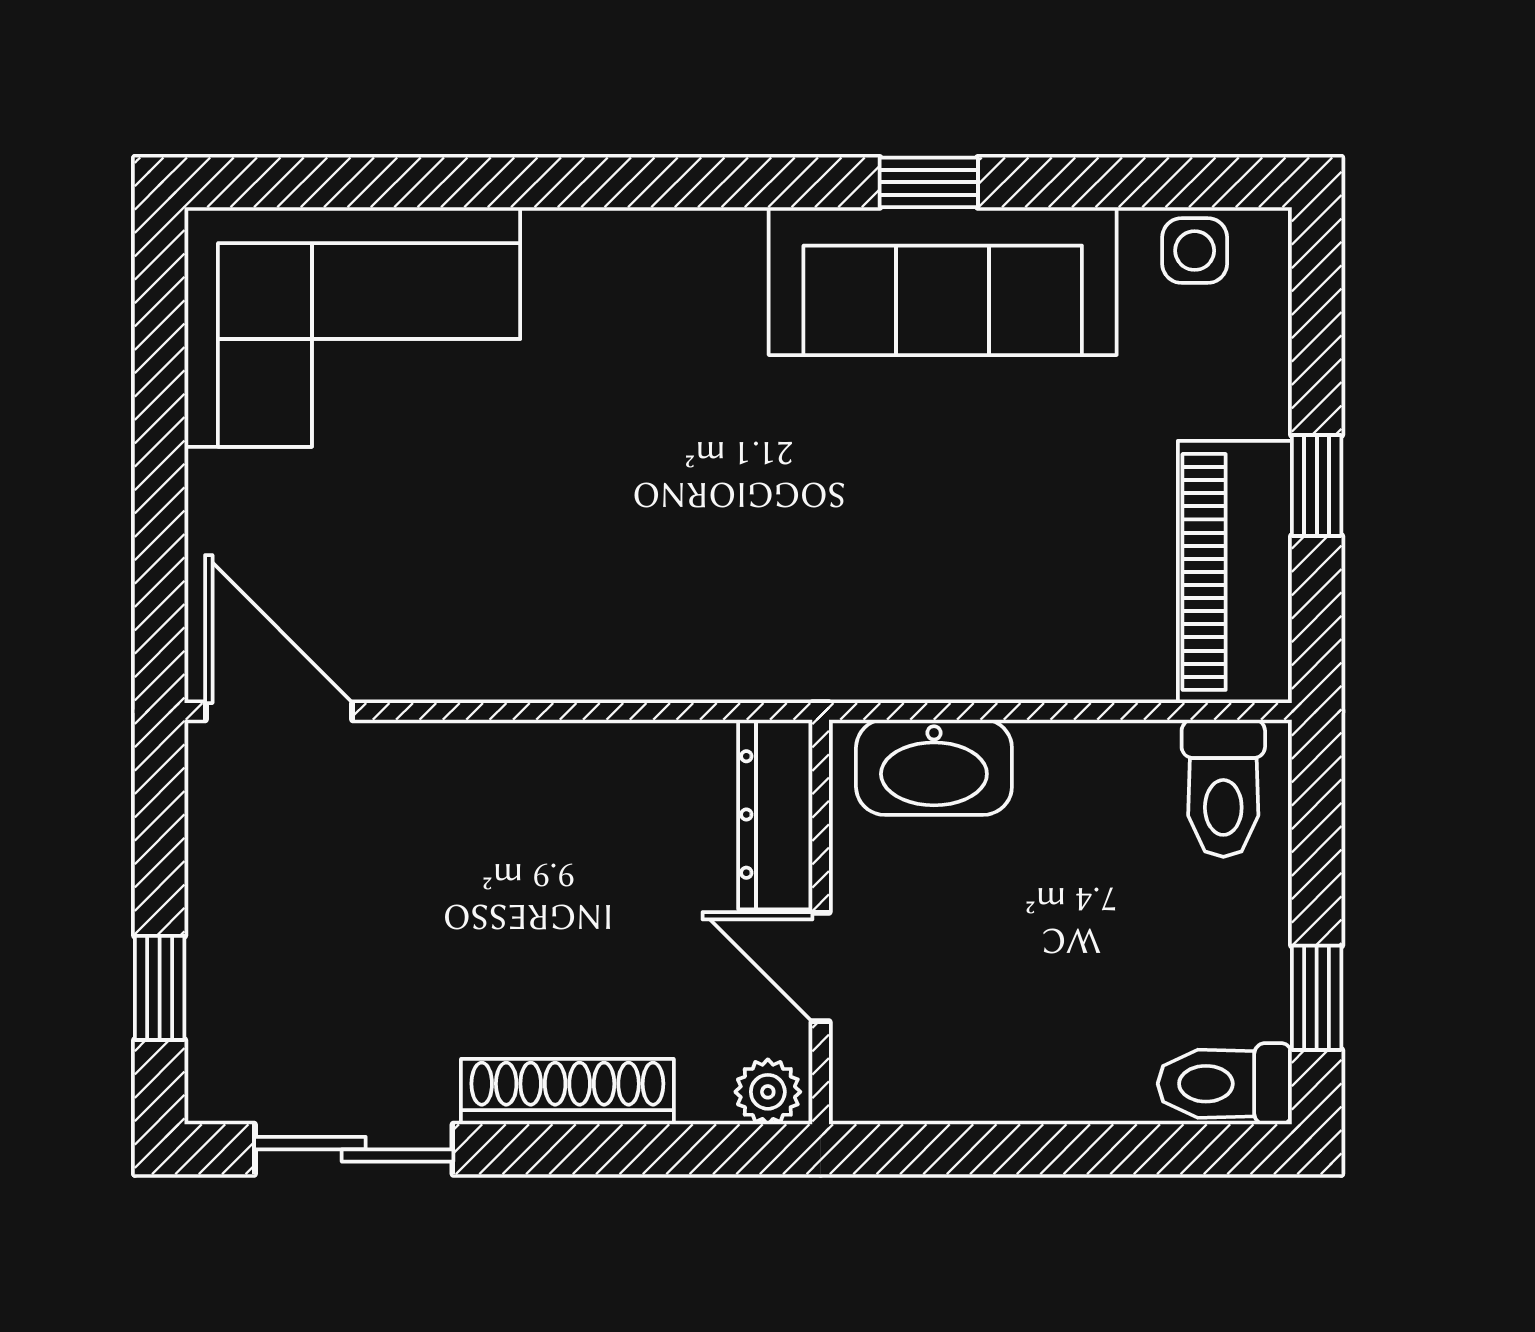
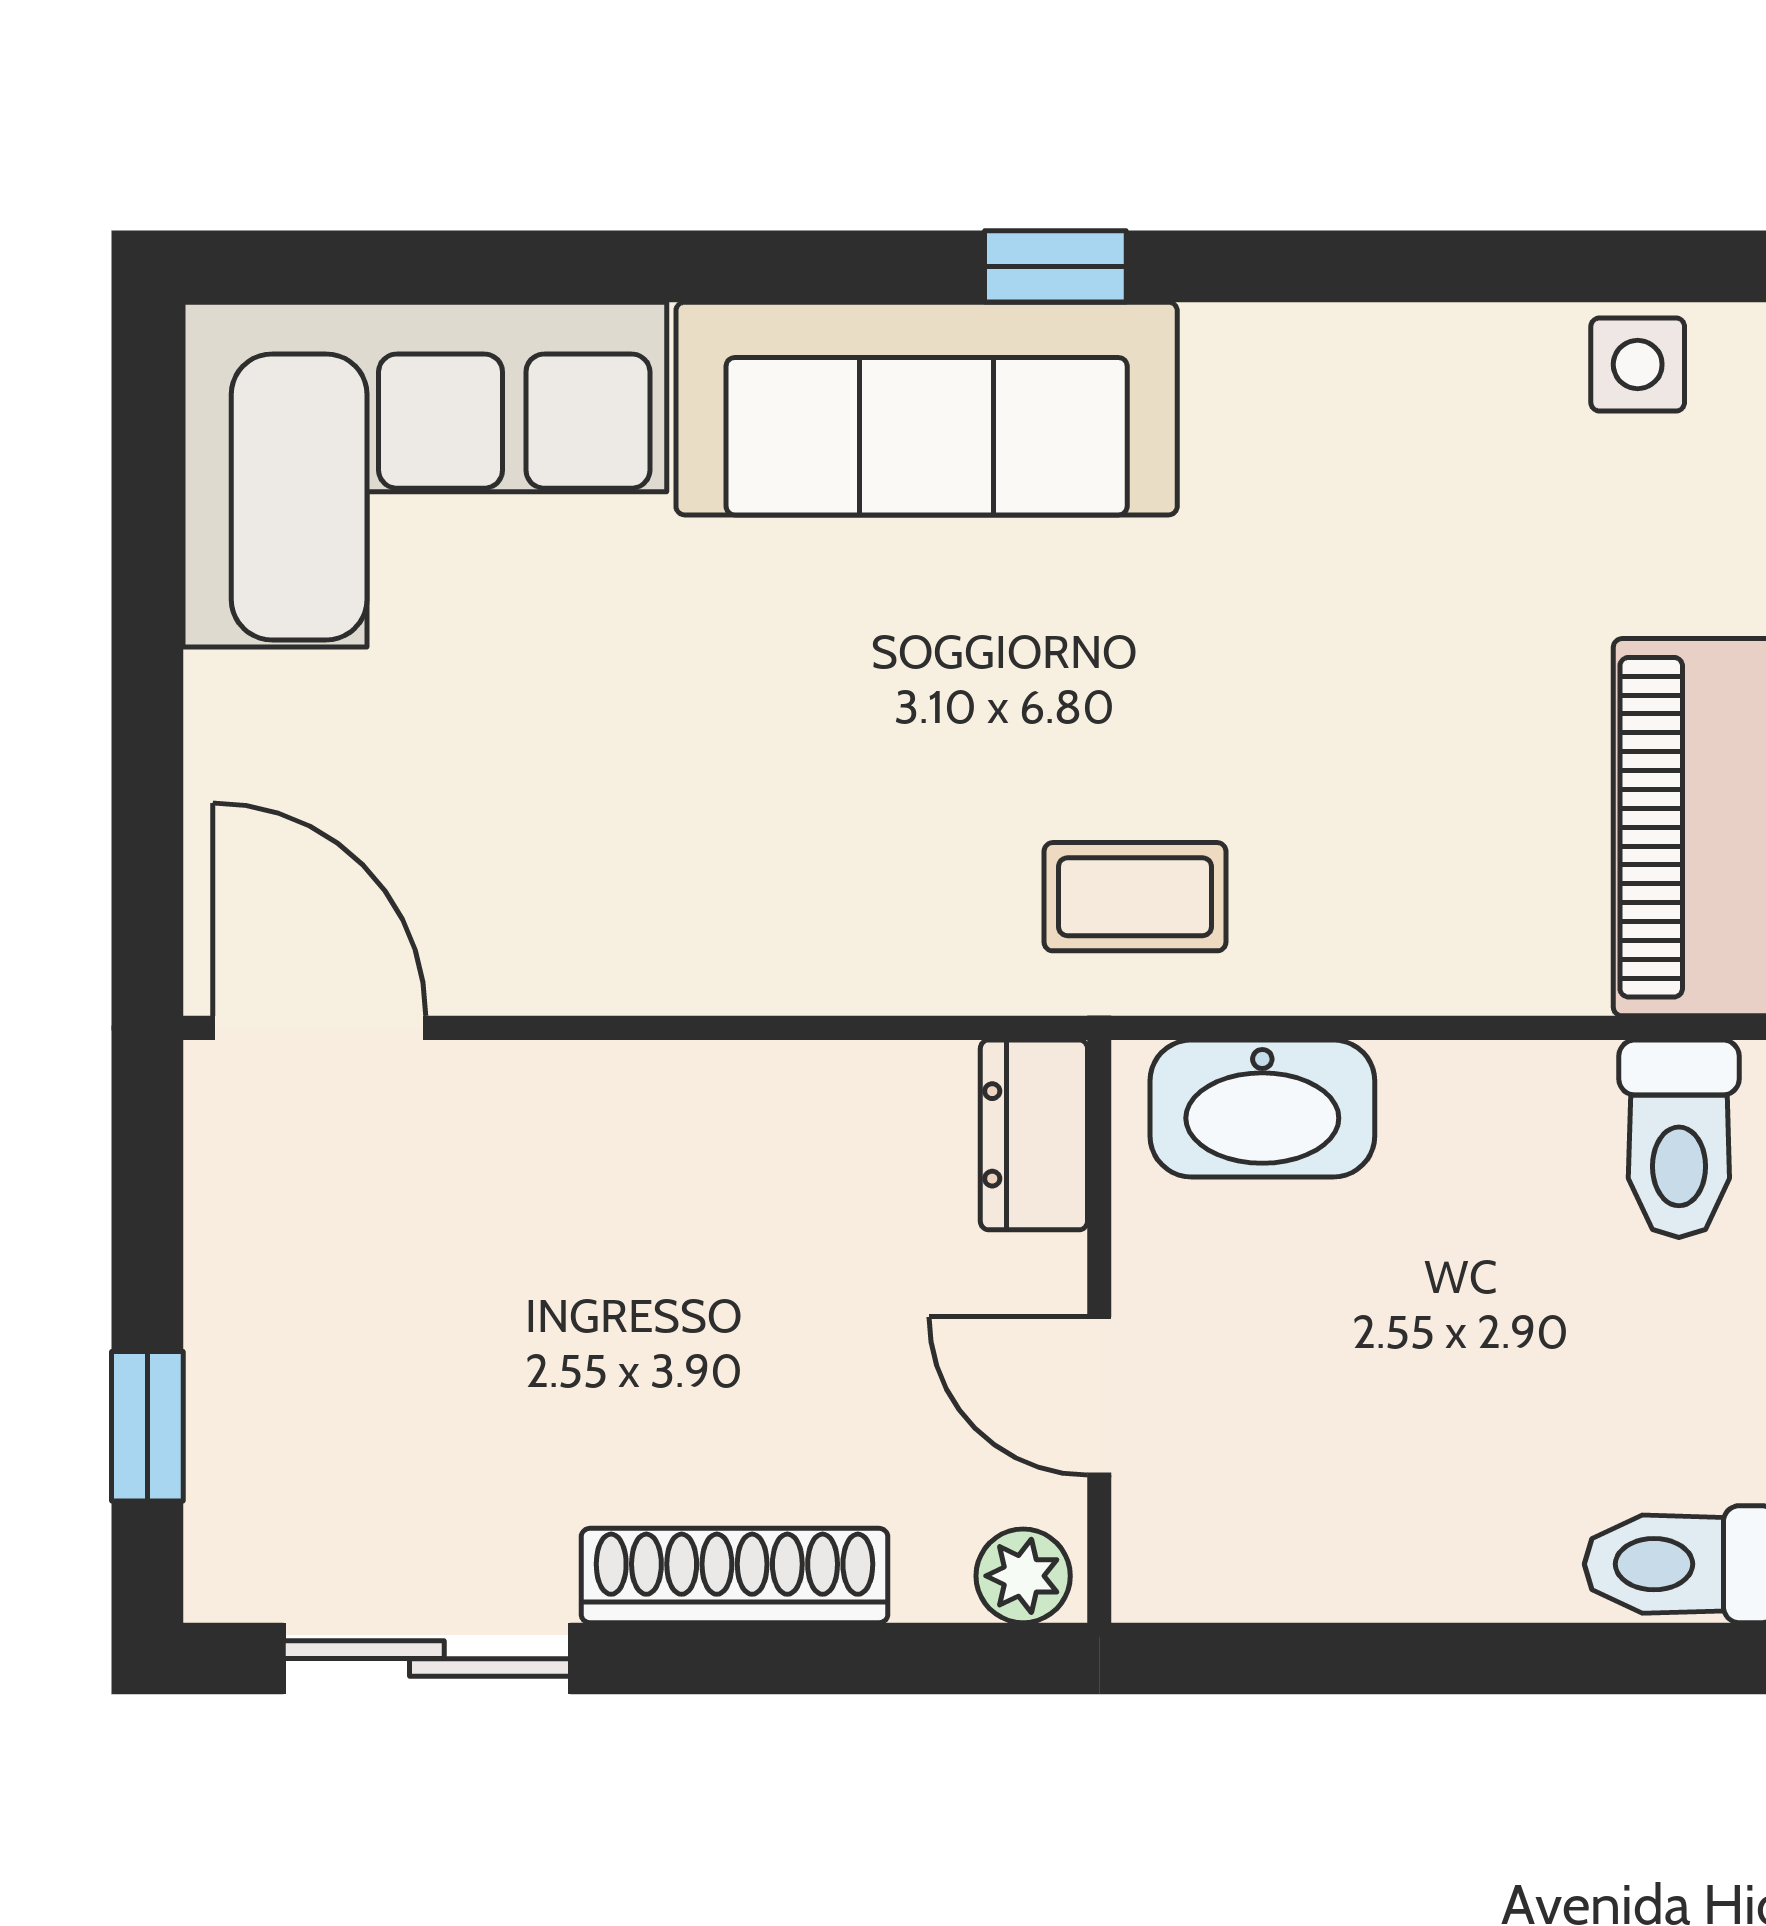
window: (929, 182) -> (1055, 266), moved
sofa: (943, 281) -> (927, 409), moved
coffee table: (846, 620) -> (1135, 897), added
dresser: (775, 814) -> (1034, 1135), width x0.70

